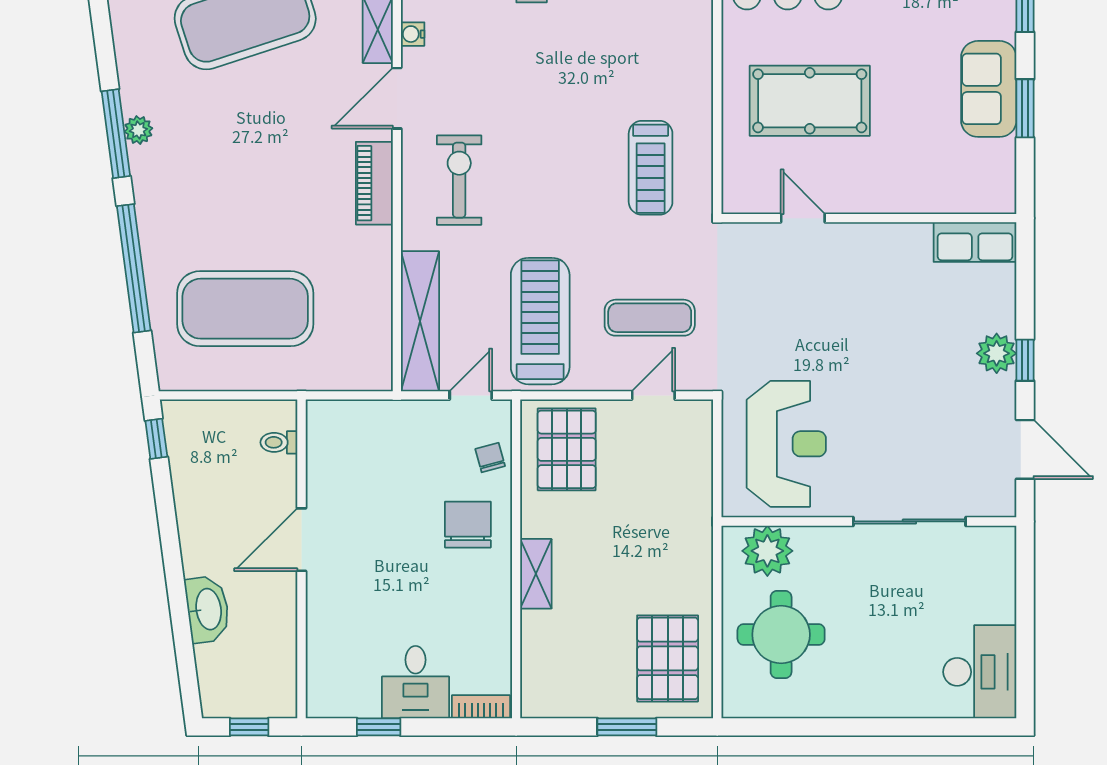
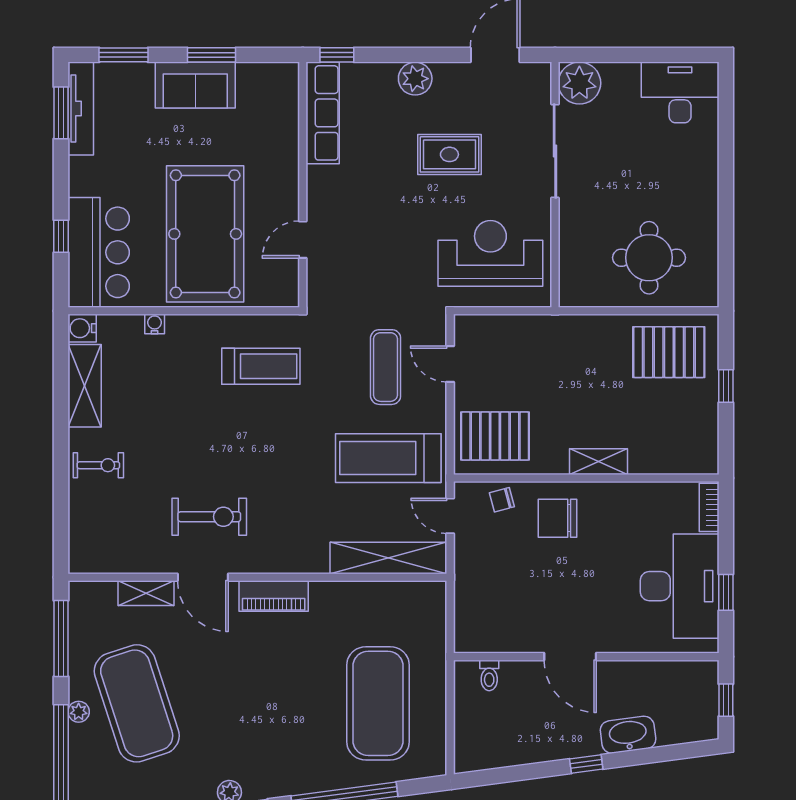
water cooler: (413, 34) -> (155, 324), moved, turned 180
pool table: (810, 101) -> (205, 234), width x1.36, depth x1.32
exercise bike: (459, 180) -> (209, 517), moved, turned 180
row of seats: (975, 242) -> (323, 113), width x1.48
window: (1025, 360) -> (337, 55), moved
rug: (905, 395) -> (449, 154), added
window: (156, 439) -> (586, 764), moved
plant: (767, 551) -> (579, 83), moved
desk: (416, 682) -> (680, 586), width x1.87, depth x1.30
window: (627, 727) -> (726, 386), width x0.67

